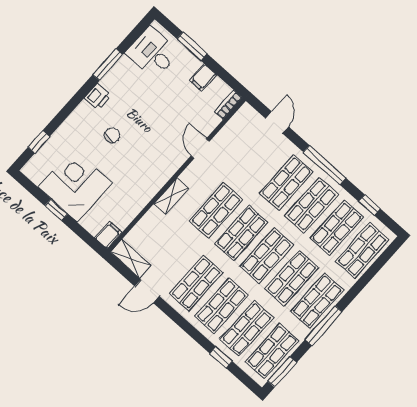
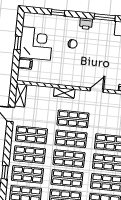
window: (39, 142) -> (58, 13), moved
filing cabinet: (108, 235) -> (25, 64), moved

